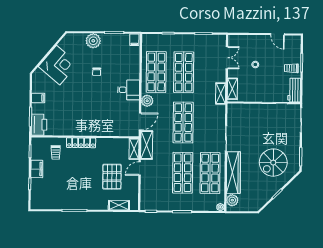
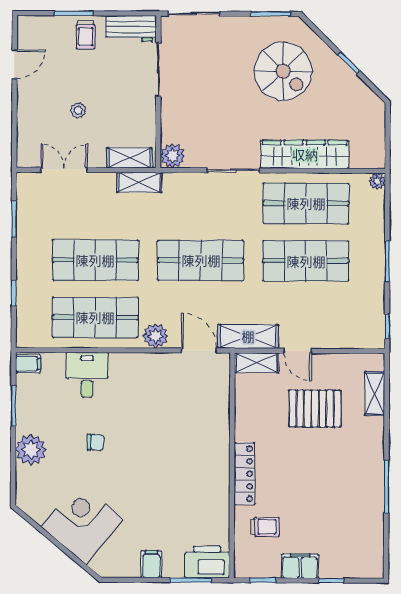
desk: (129, 90) -> (87, 375), moved
plant: (232, 200) -> (172, 156), moved

